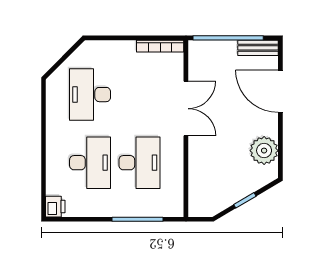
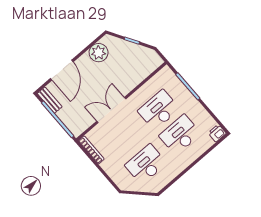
desk: (90, 95) -> (146, 164), turned 180

